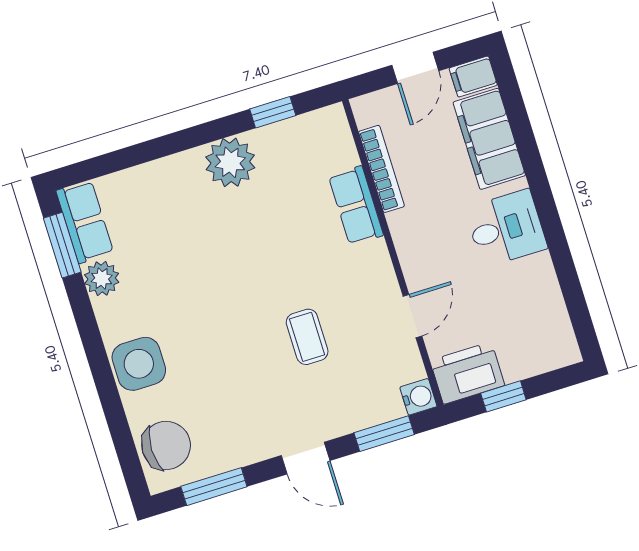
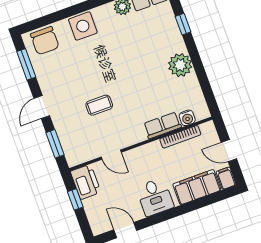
window: (273, 112) -> (183, 24), moved
door: (573, 294) -> (125, 230), added
water cooler: (418, 397) -> (187, 118), moved

